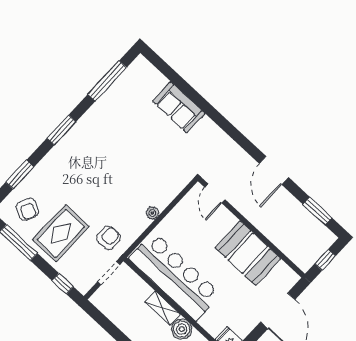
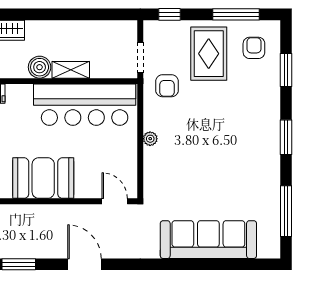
sofa: (179, 107) -> (208, 240), width x1.85, depth x1.27
armchair: (27, 209) -> (254, 48), turned 65

